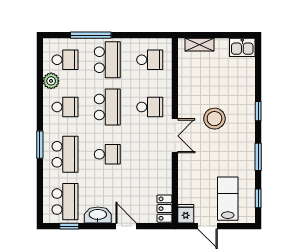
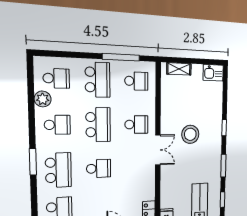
window: (91, 35) -> (121, 57), moved

